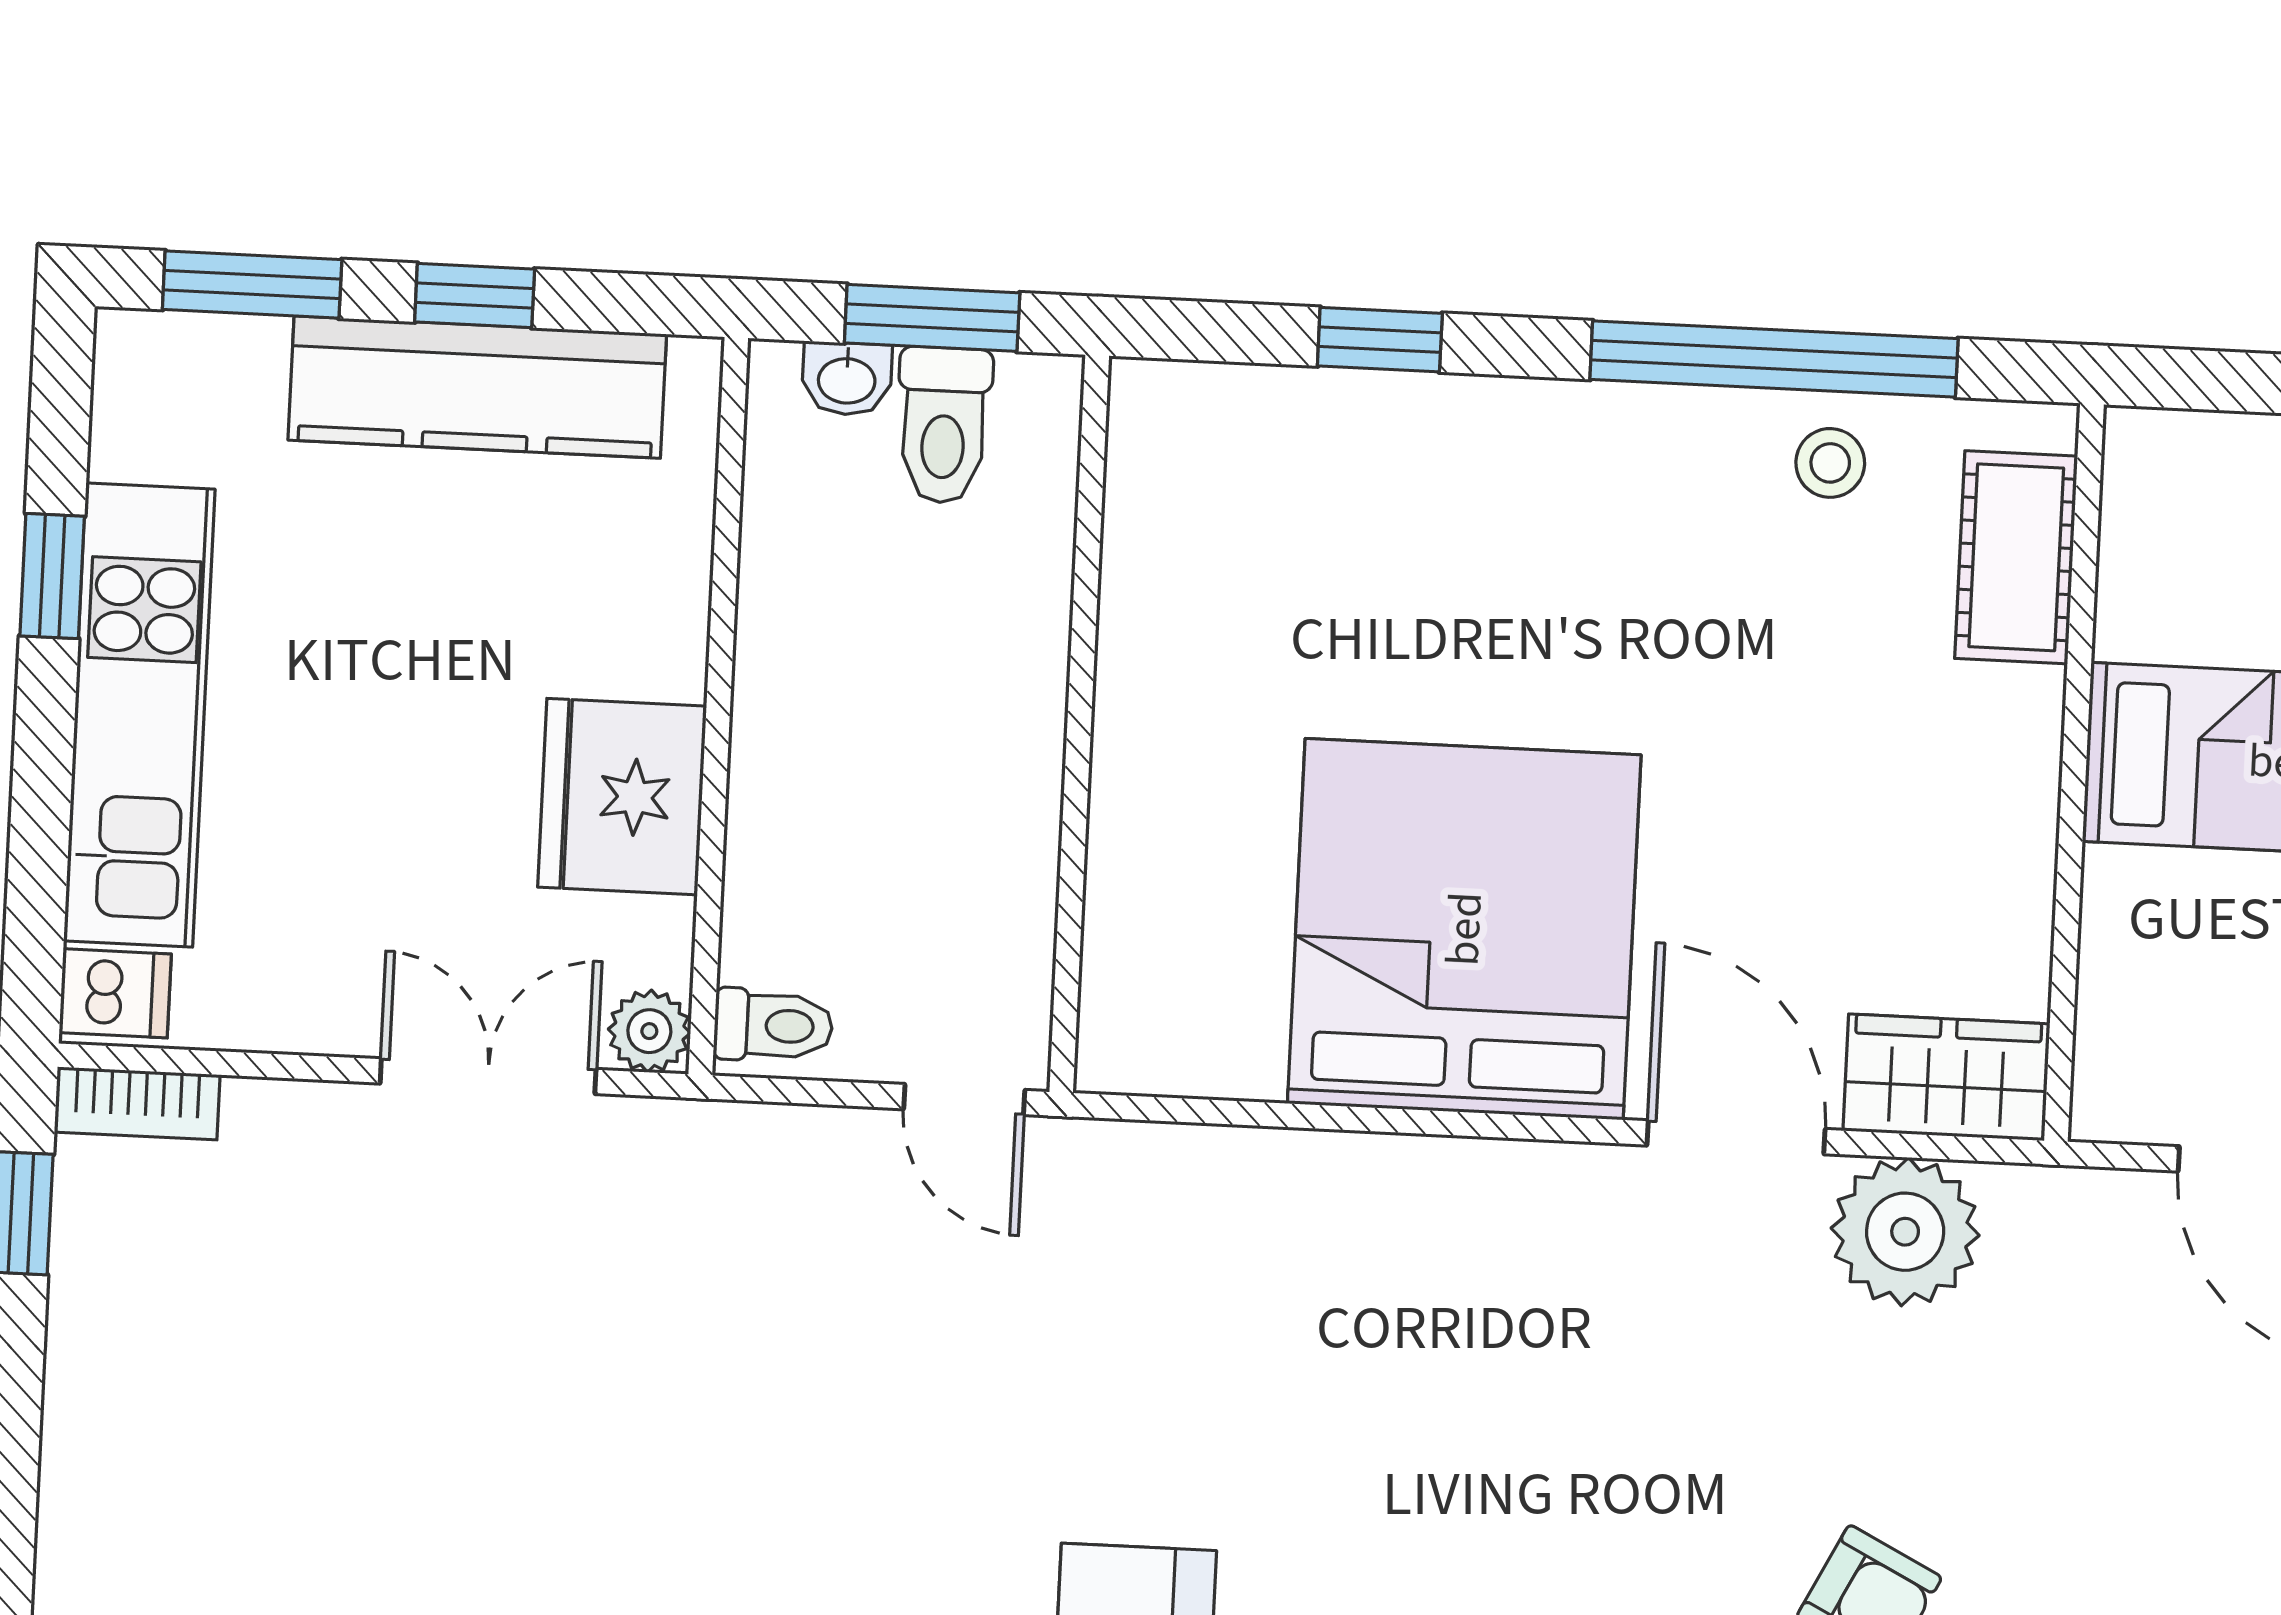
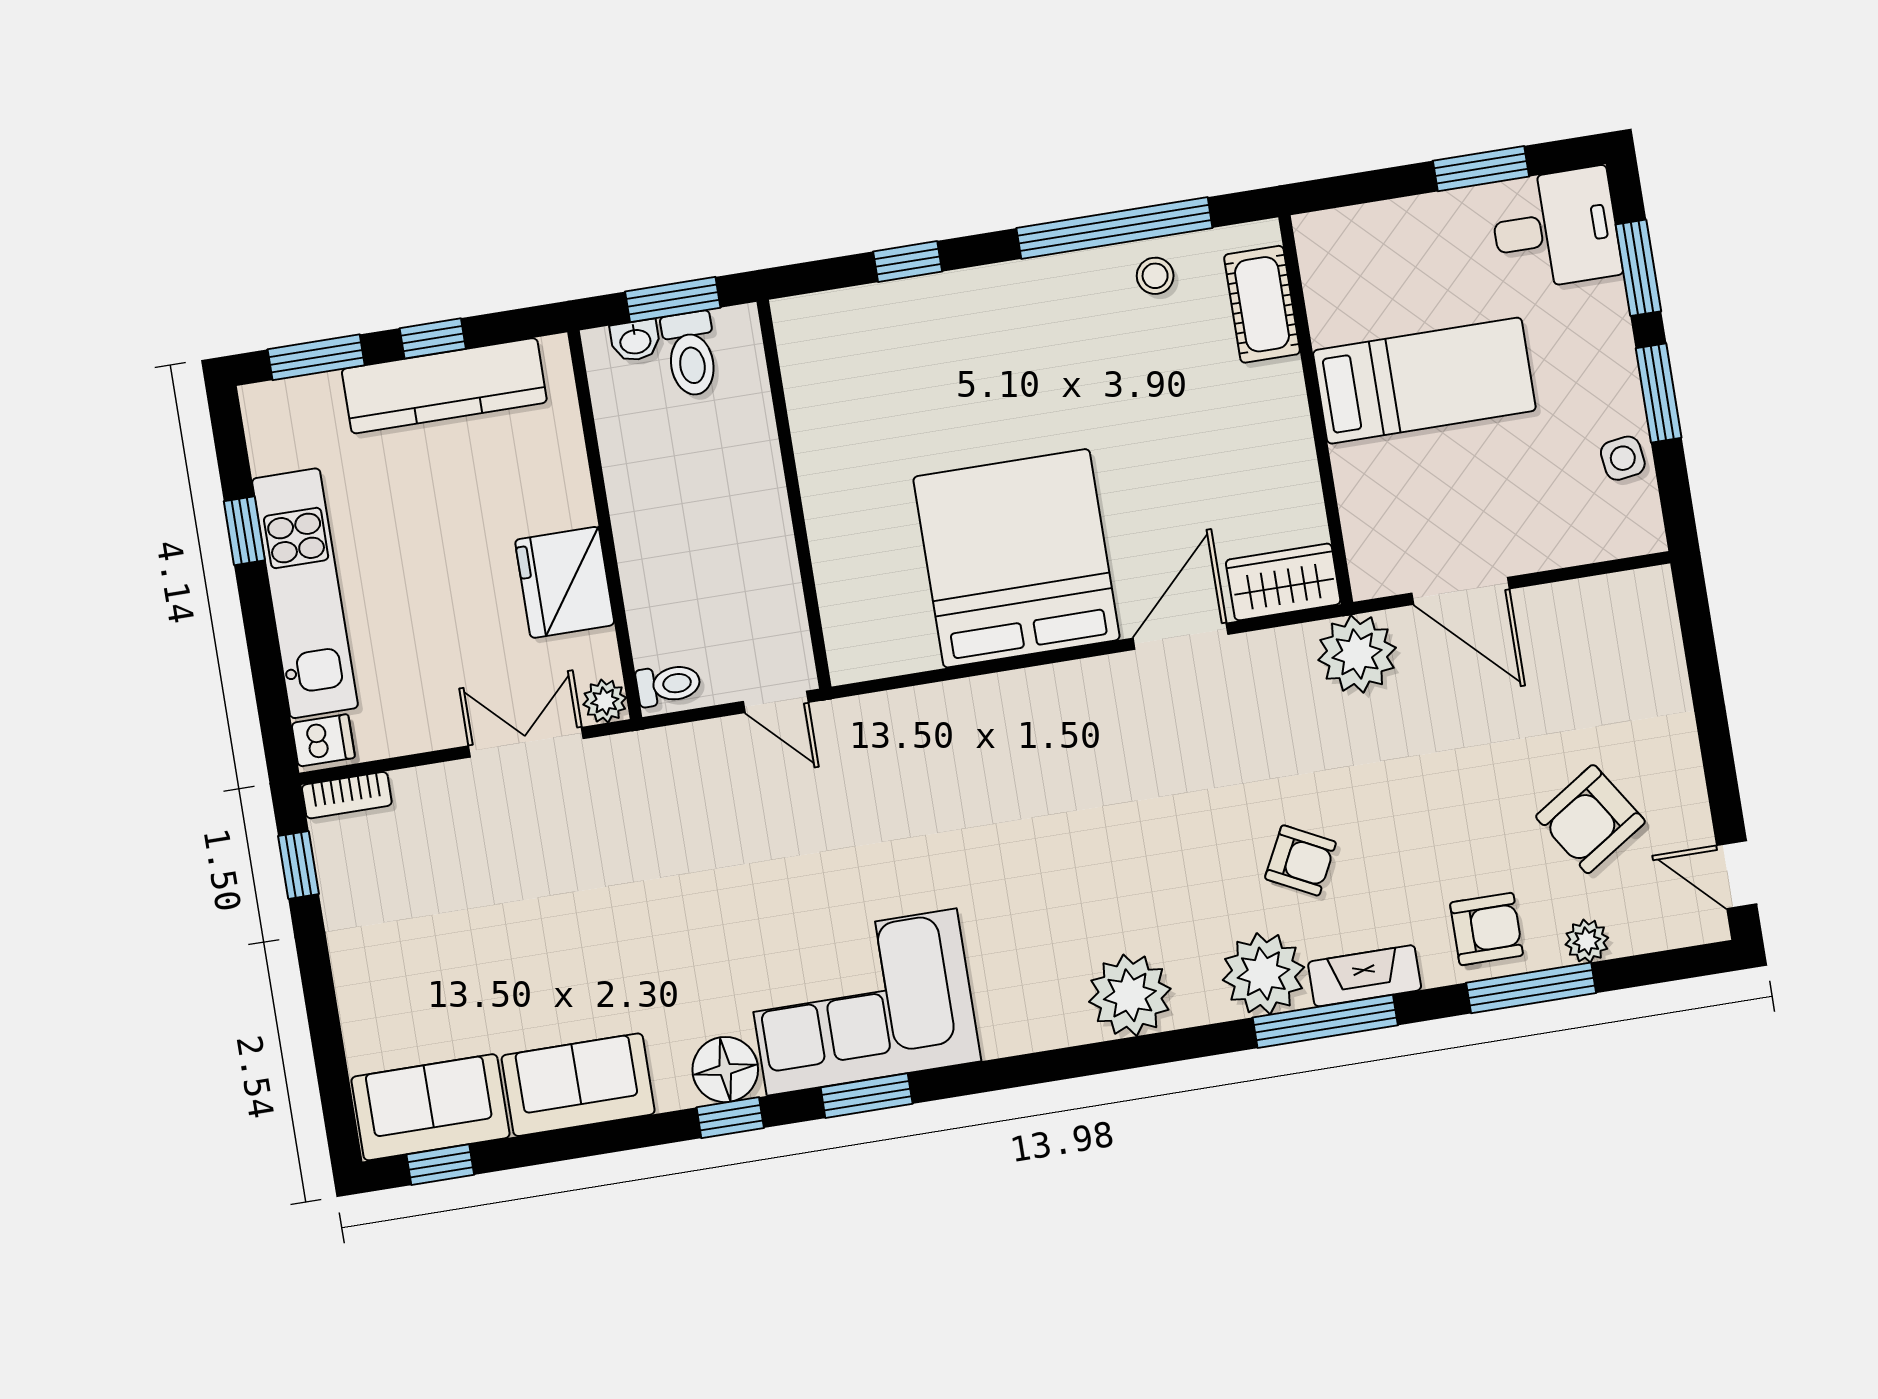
door: (1736, 1137) -> (1181, 636), hinge flipped
plant: (1905, 1232) -> (1357, 654), moved

